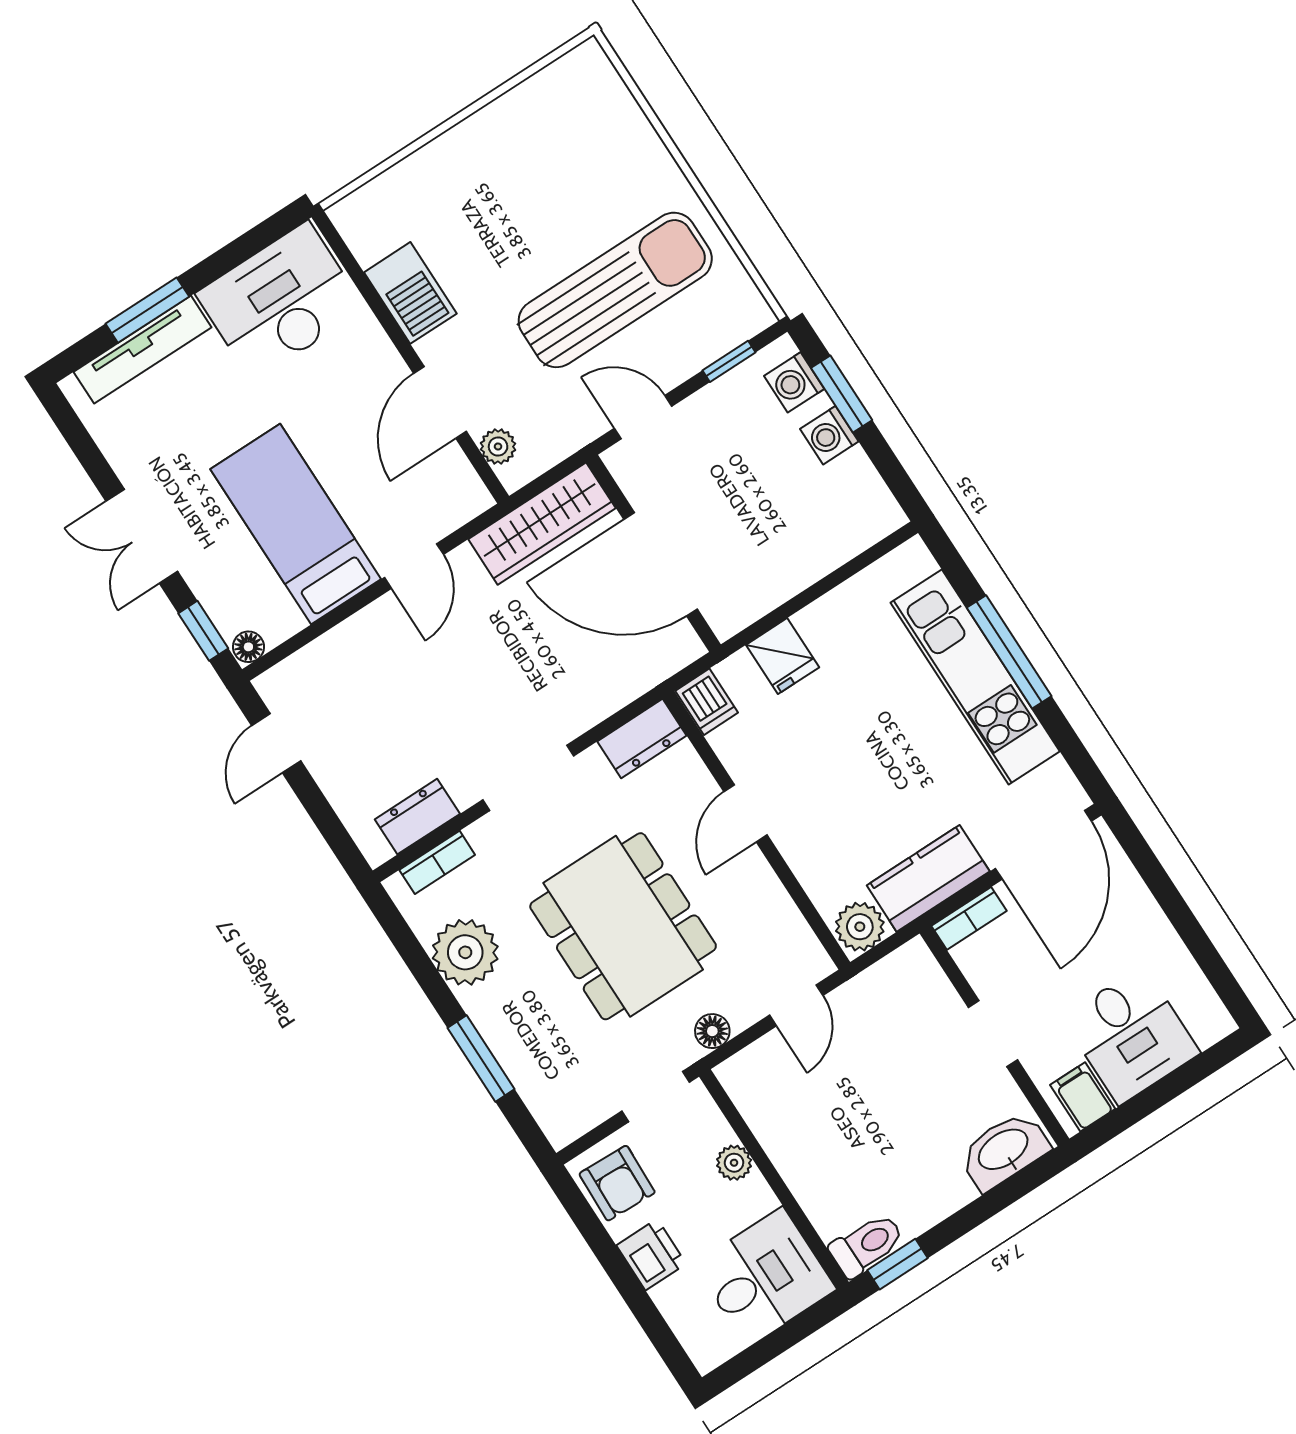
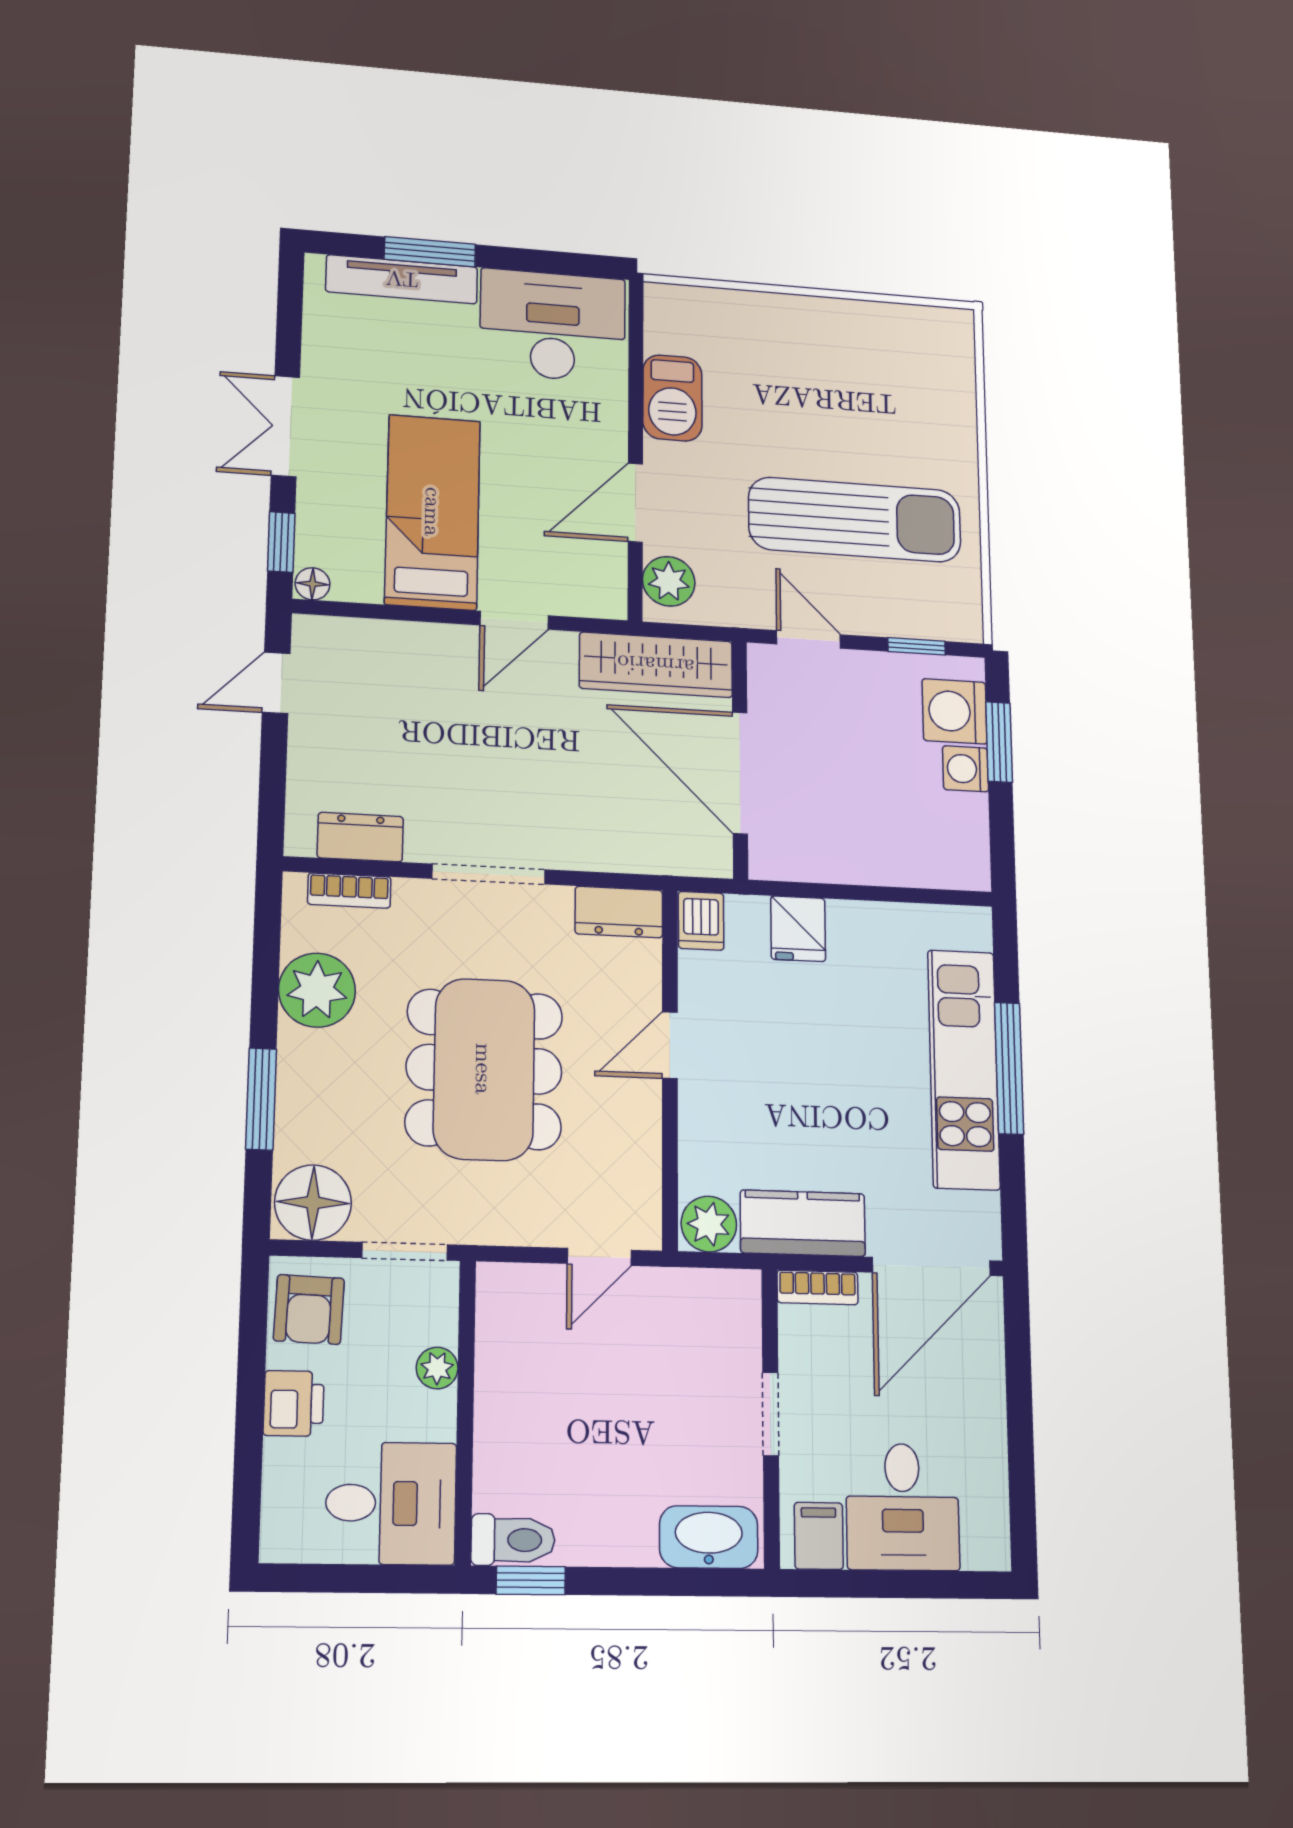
washing machine: (794, 382) -> (955, 711), width x1.38, depth x1.38
plant: (498, 447) -> (669, 581), width x1.38, depth x1.38
floor lamp: (712, 1031) -> (313, 1203), moved, width x1.89, depth x1.89

